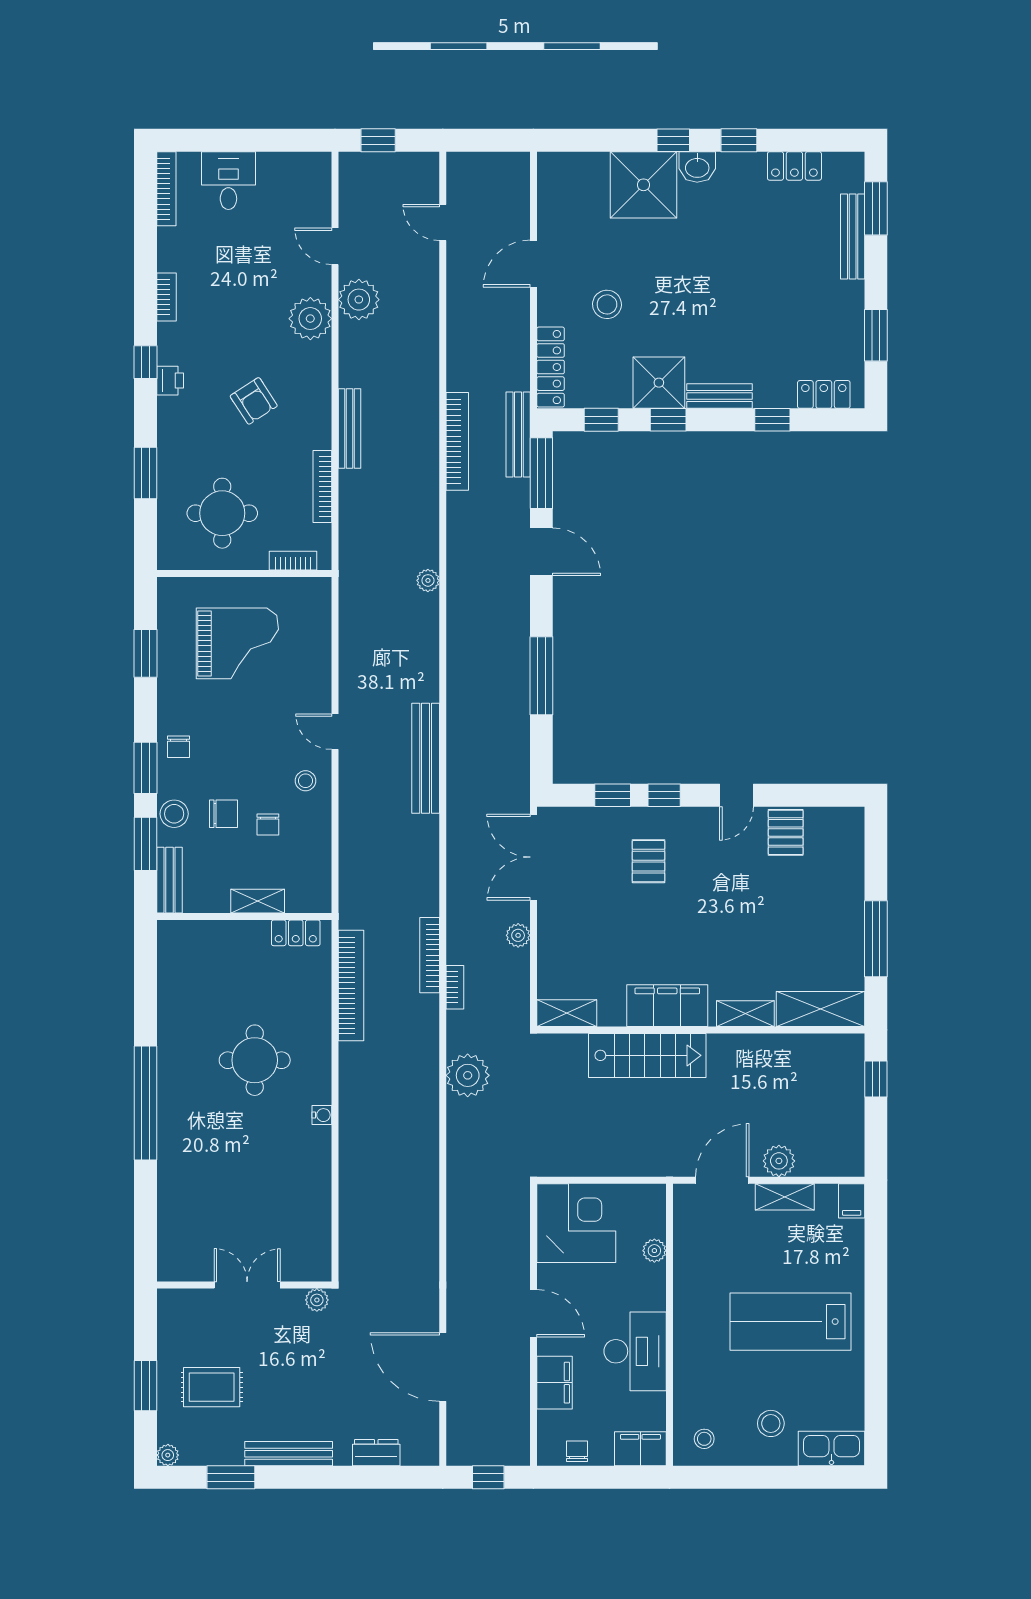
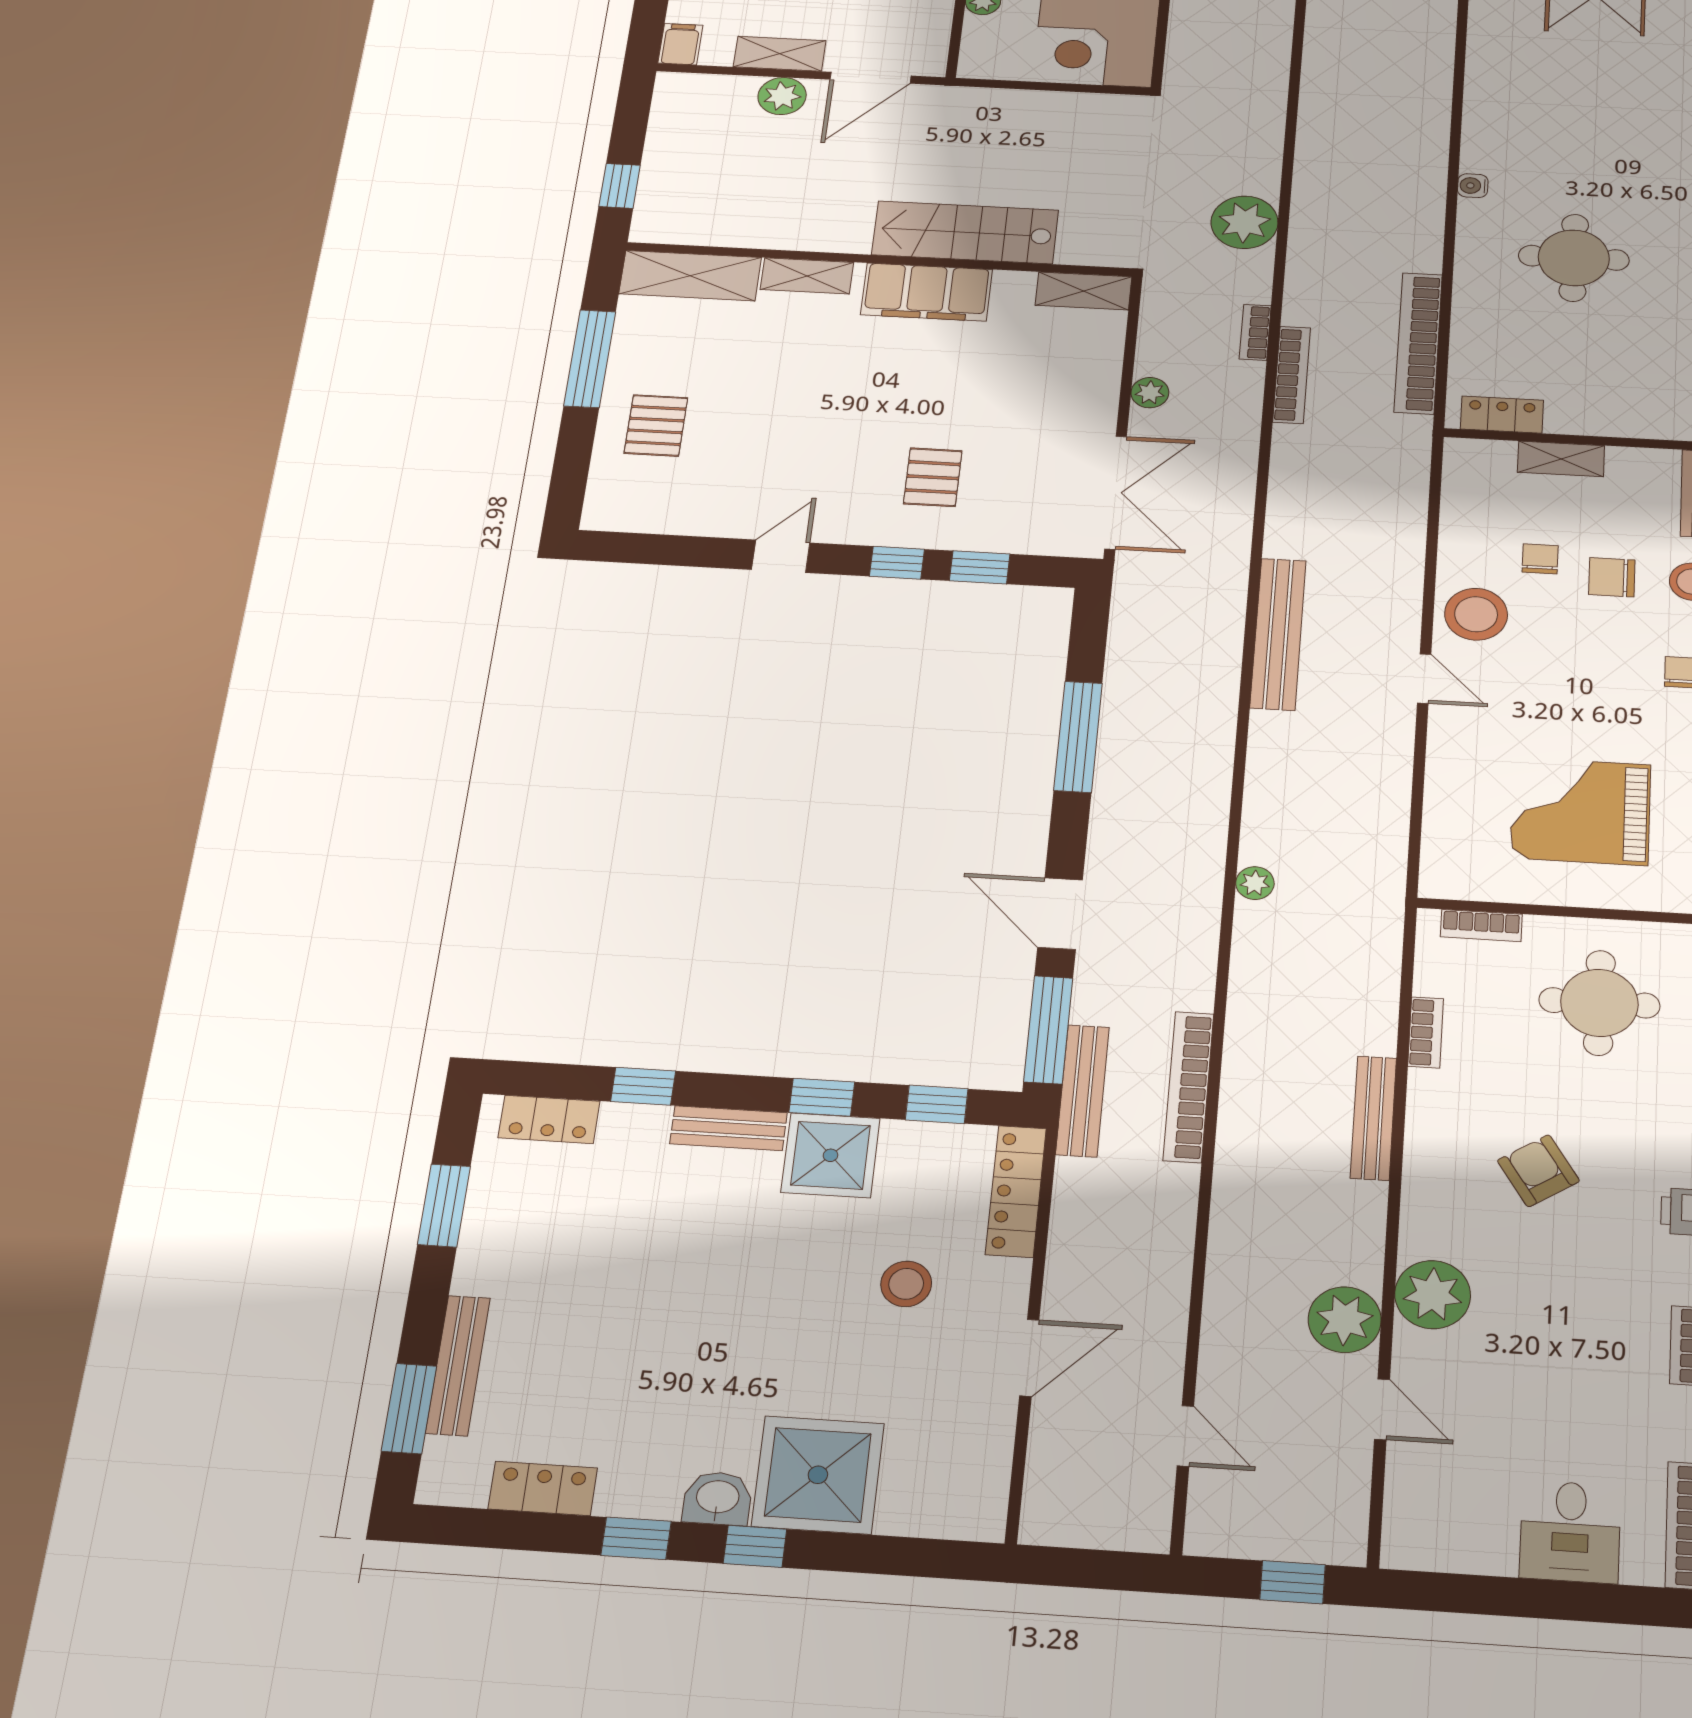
bookcase: (322, 487) -> (1426, 1032), width x0.64
stool: (306, 781) -> (1476, 614), width x1.89, depth x1.89
pallet: (786, 832) -> (656, 425), moved

